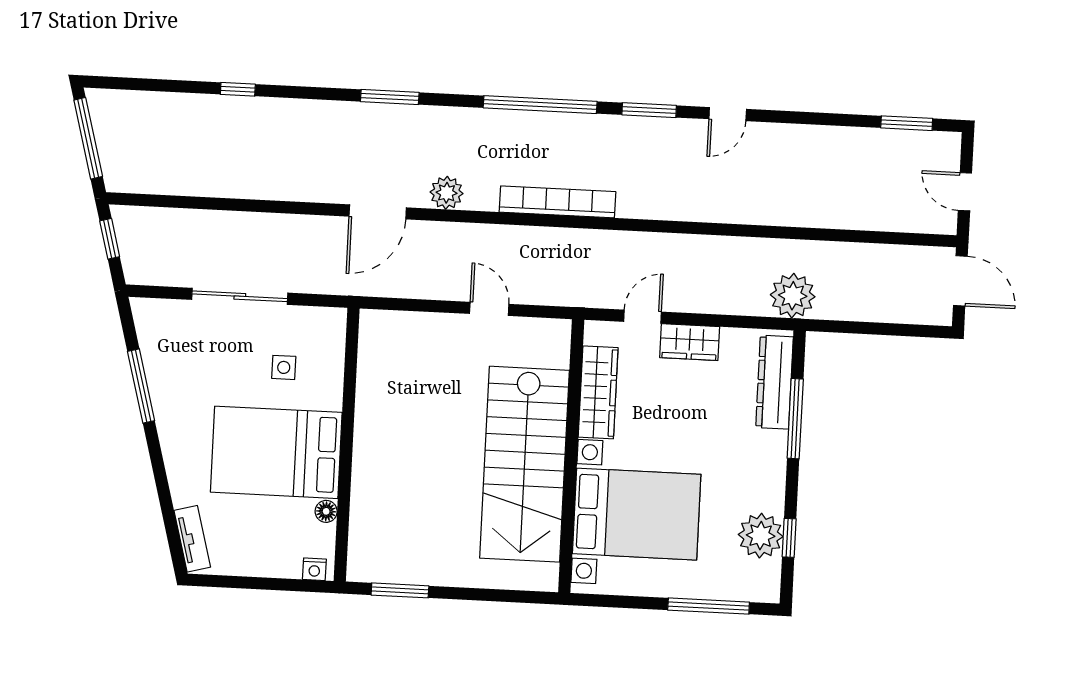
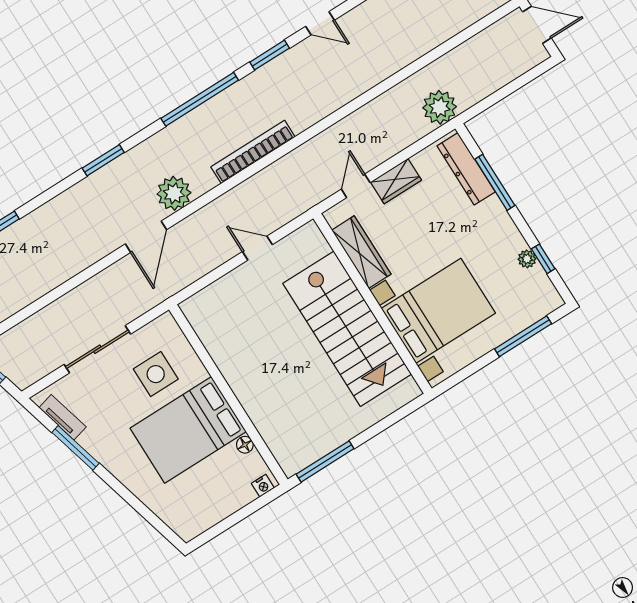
door: (728, 114) -> (320, 23), hinge flipped
plant: (447, 193) -> (174, 193), width x1.36, depth x1.36
side table: (284, 367) -> (156, 374), width x1.87, depth x1.87
plant: (761, 536) -> (527, 259), width x0.53, depth x0.53
tv unit: (192, 539) -> (63, 417), moved
window: (400, 590) -> (325, 461), width x1.44

